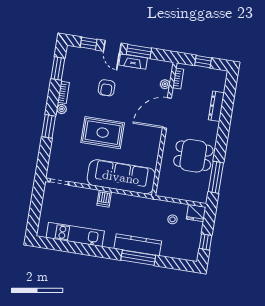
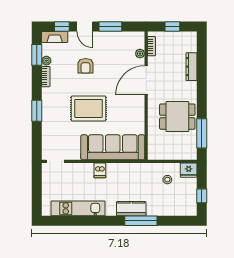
fireplace: (133, 61) -> (55, 37), moved
plant: (62, 109) -> (46, 61), moved
kitchen counter: (138, 245) -> (131, 209), width x0.67

